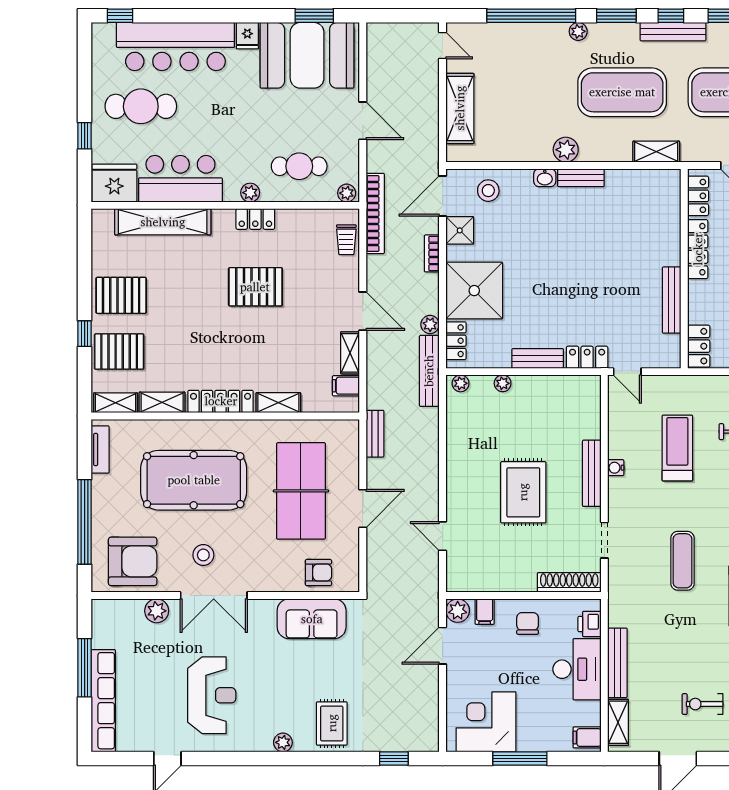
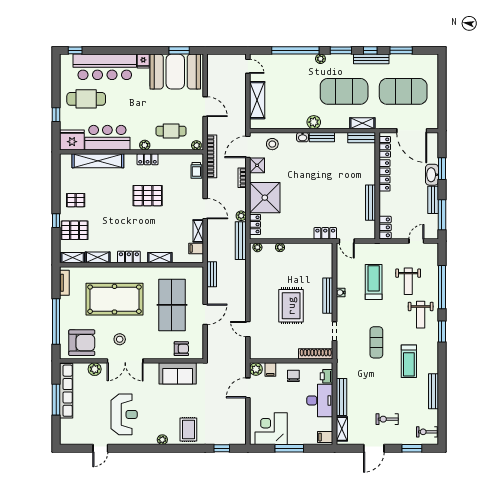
pallet: (121, 295) -> (76, 200), width x0.67, depth x0.71
bench: (538, 358) -> (362, 138), moved
locker: (221, 401) -> (129, 257), width x0.66
row of seats: (103, 701) -> (66, 391), moved

